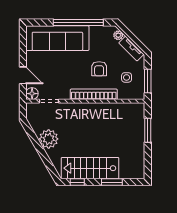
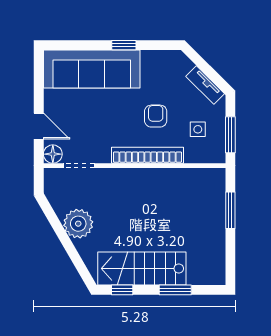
window: (78, 23) -> (124, 45), width x0.32
plant: (118, 35) -> (185, 64), removed
armchair: (99, 69) -> (156, 116), turned 180

